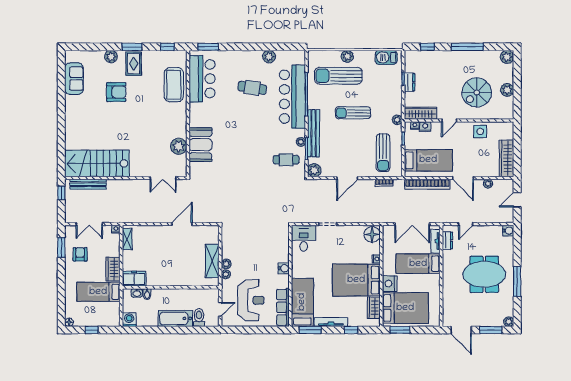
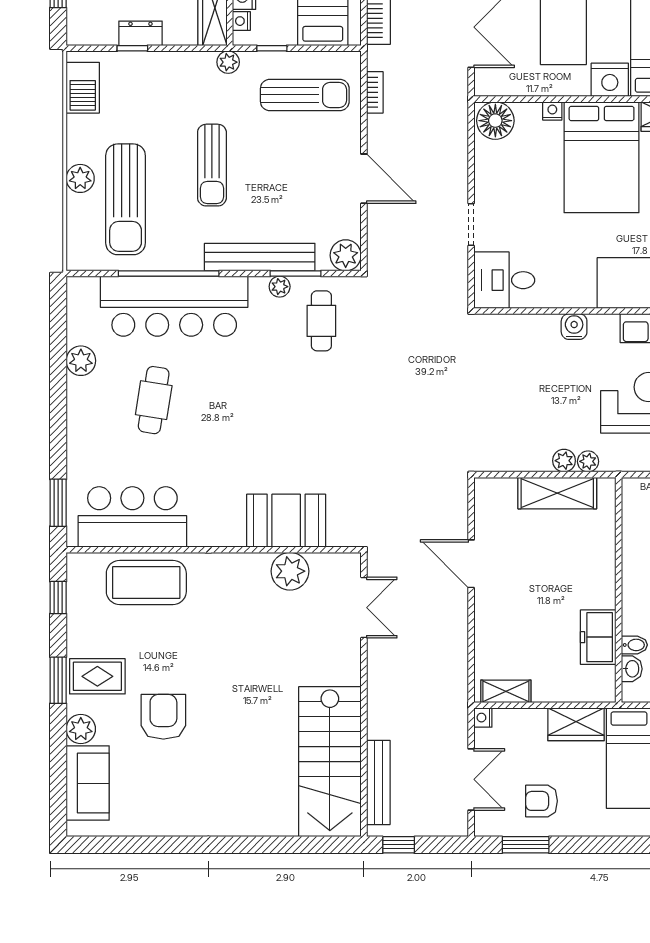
sofa: (74, 79) -> (88, 783), moved, turned 90
freezer: (134, 279) -> (598, 637), moved

